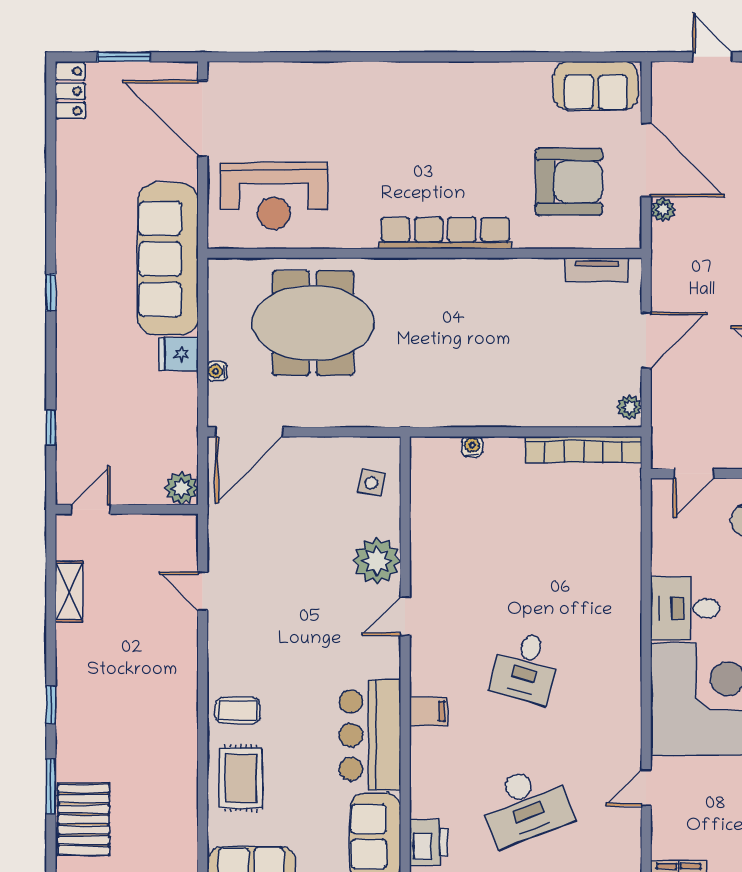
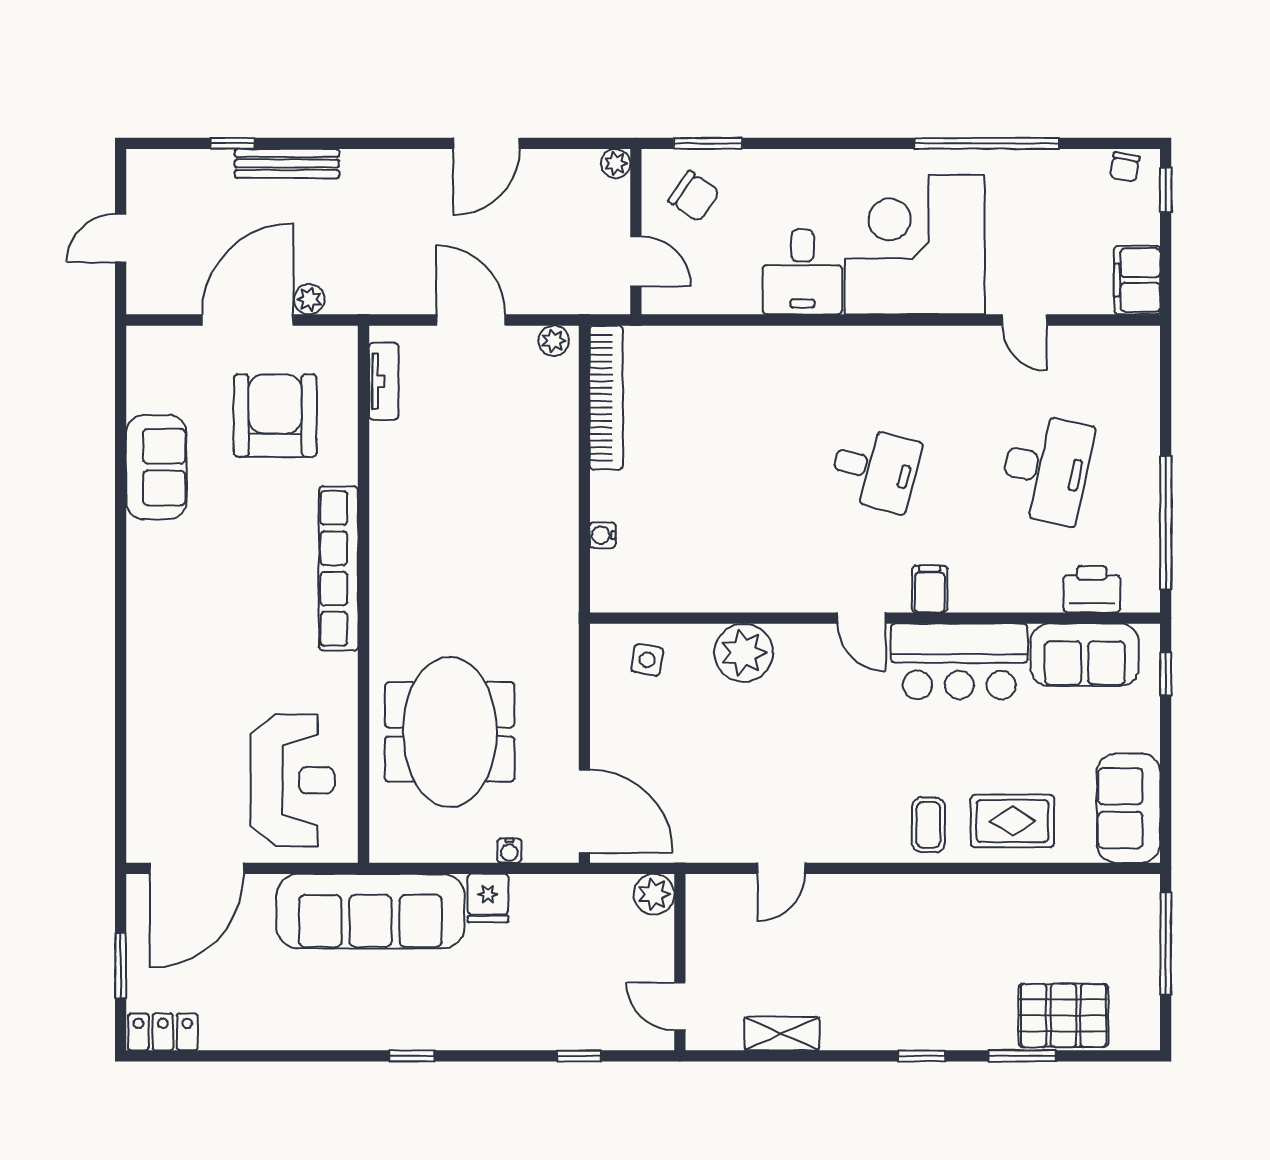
sofa: (596, 86) -> (156, 467), moved
door: (405, 616) -> (862, 618), moved
desk: (526, 805) -> (1046, 469), turned 33

